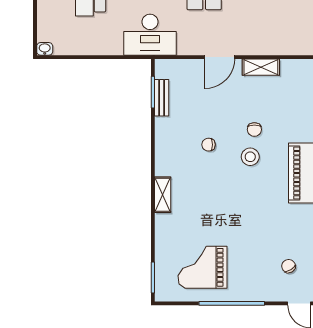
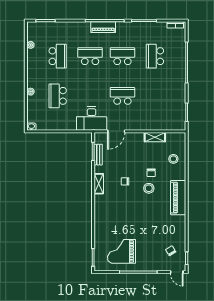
door: (220, 57) -> (116, 131), moved
stool: (293, 105) -> (173, 159), added
shelving: (163, 195) -> (99, 184), moved

